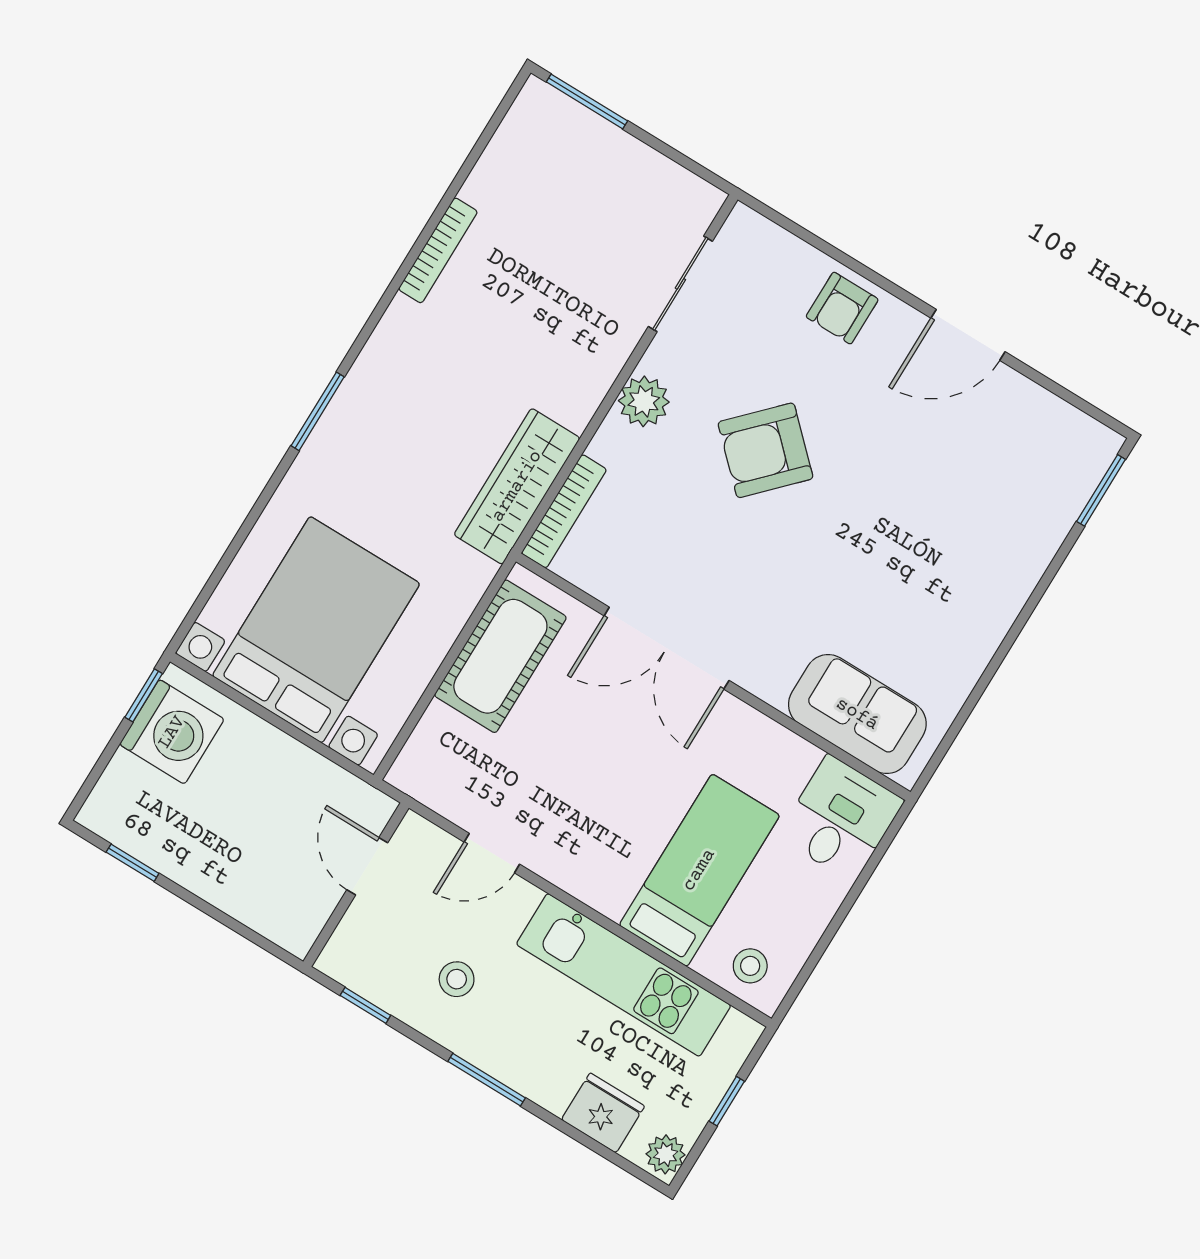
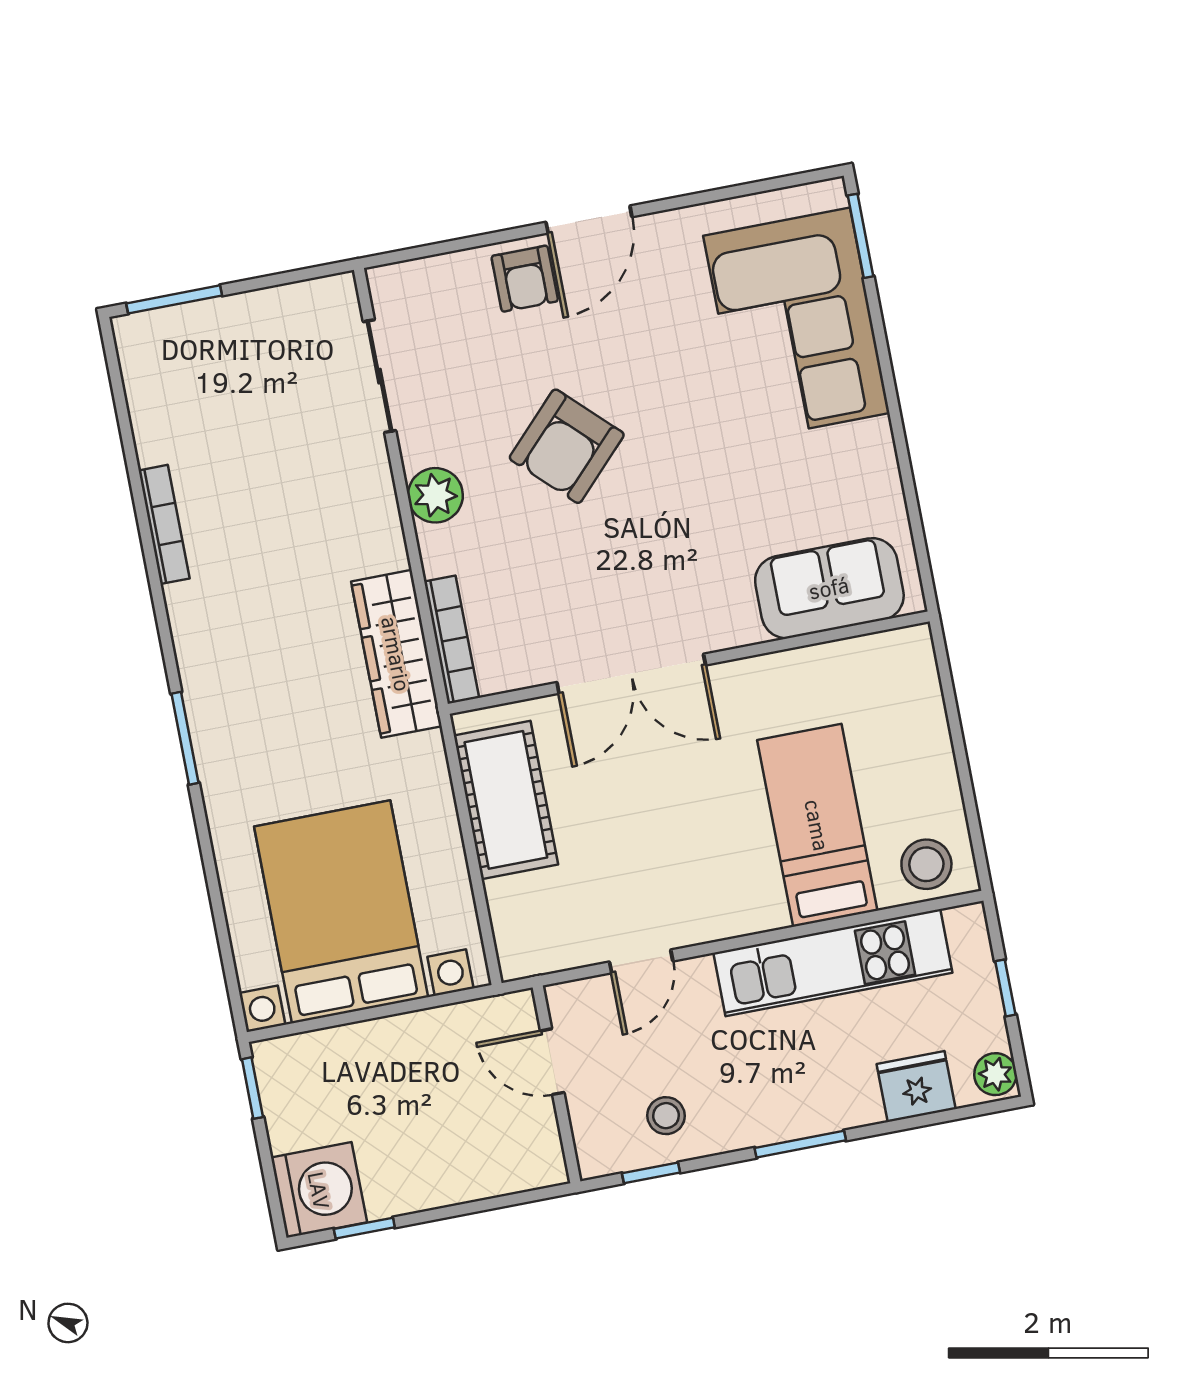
door: (968, 335) -> (589, 220), moved
corner sofa: (1001, 511) -> (796, 324), added
washing machine: (172, 732) -> (319, 1190), moved
desk: (841, 818) -> (891, 683), removed
stool: (750, 966) -> (926, 864), width x1.37, depth x1.37
stool: (457, 979) -> (666, 1116), moved

